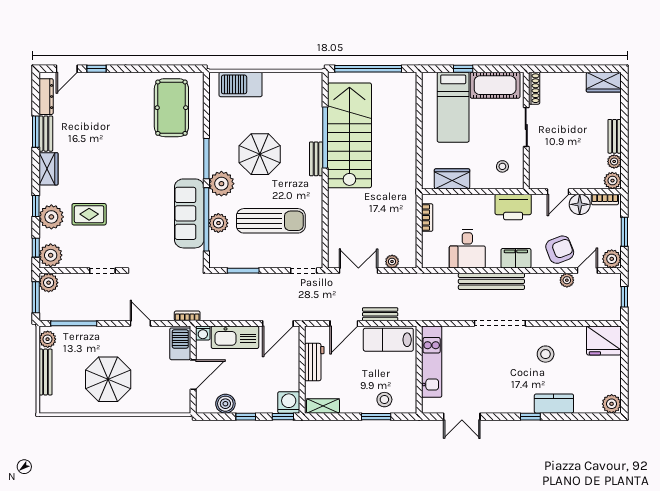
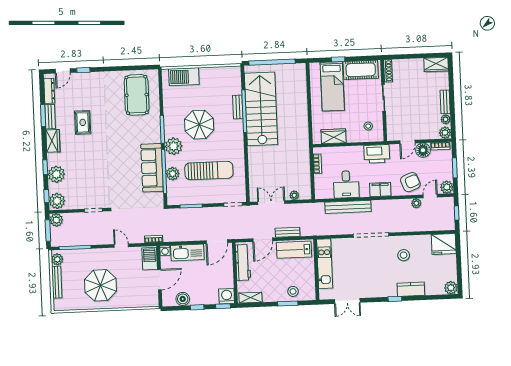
bench: (316, 159) -> (238, 107), moved
rug: (89, 214) -> (83, 122), moved, turned 90
bench: (491, 281) -> (348, 207), moved
workbench: (314, 362) -> (243, 263), width x1.38

